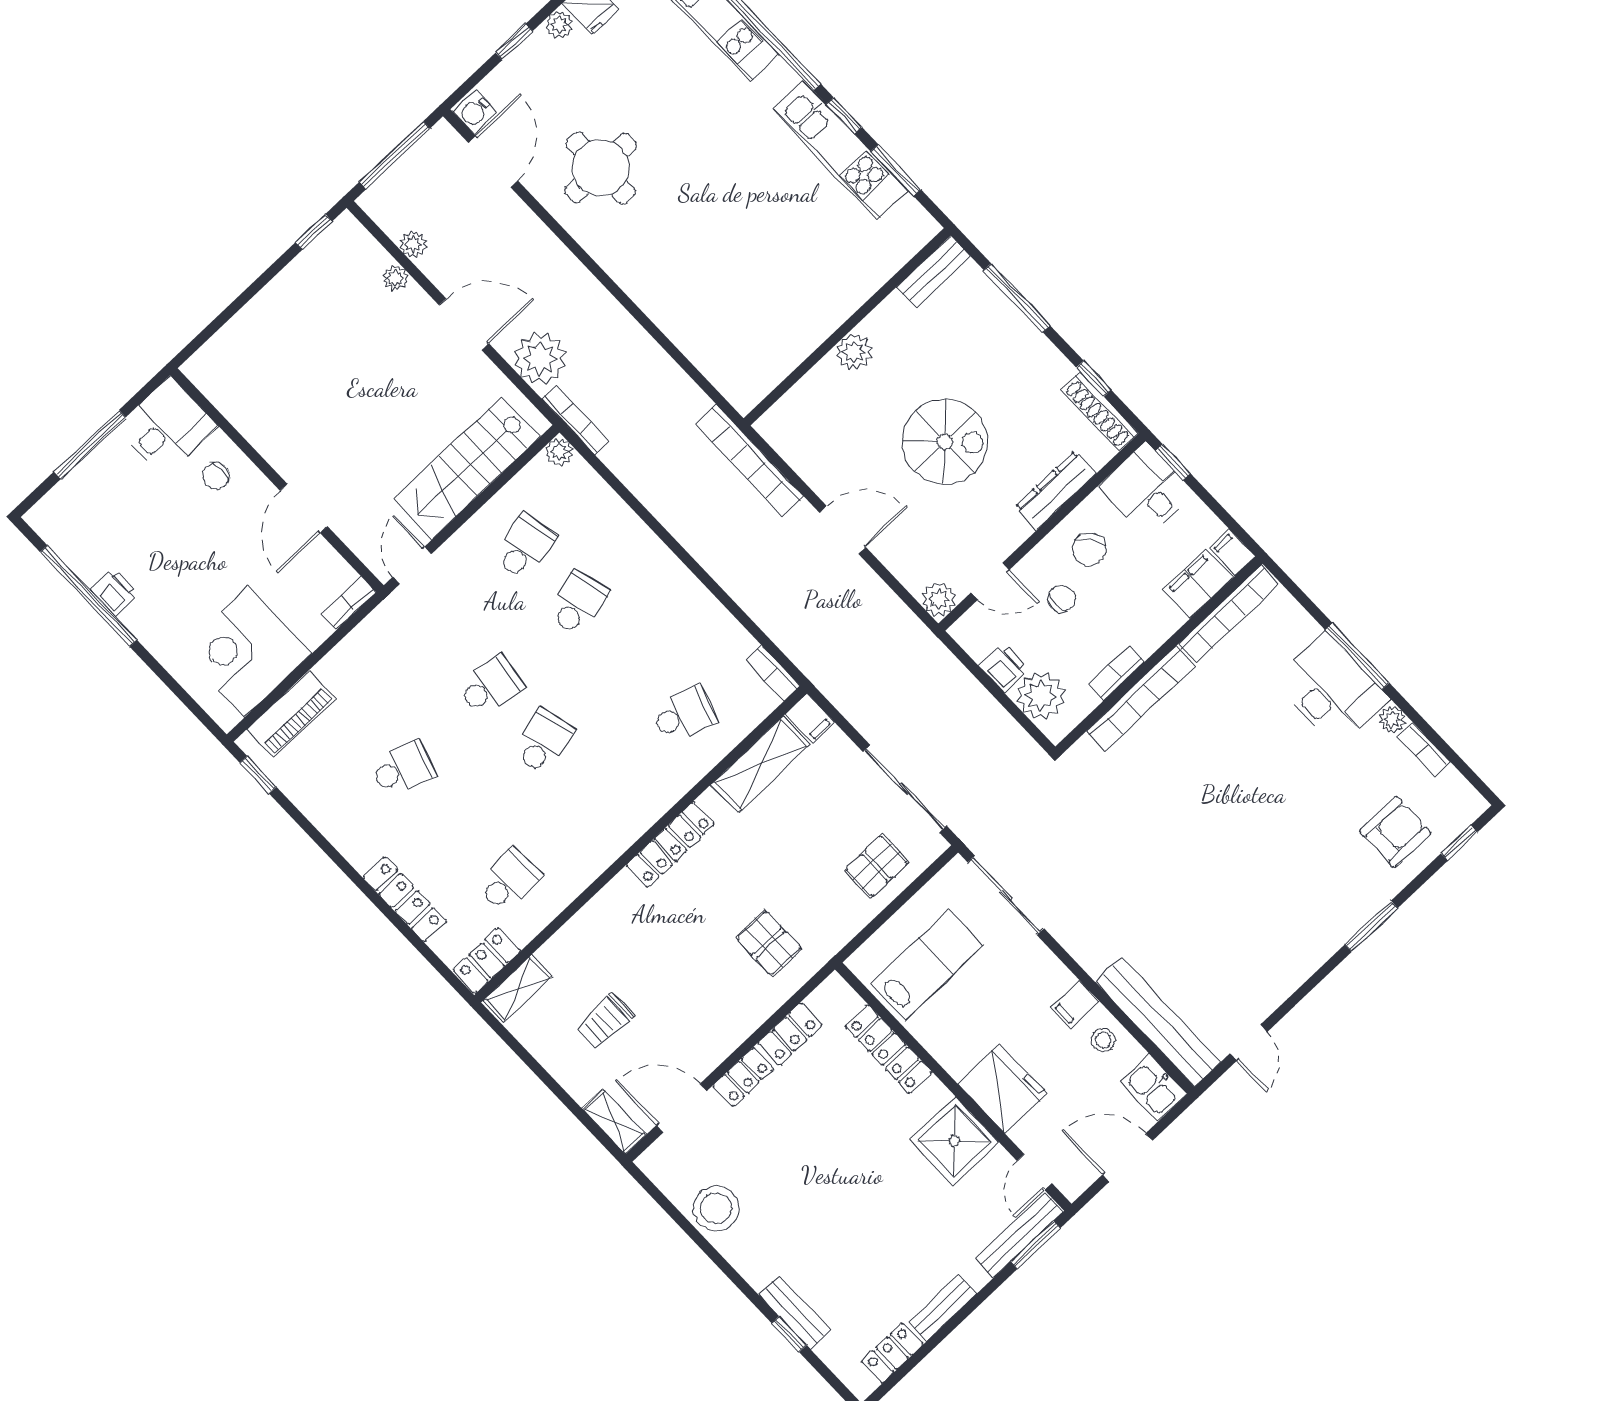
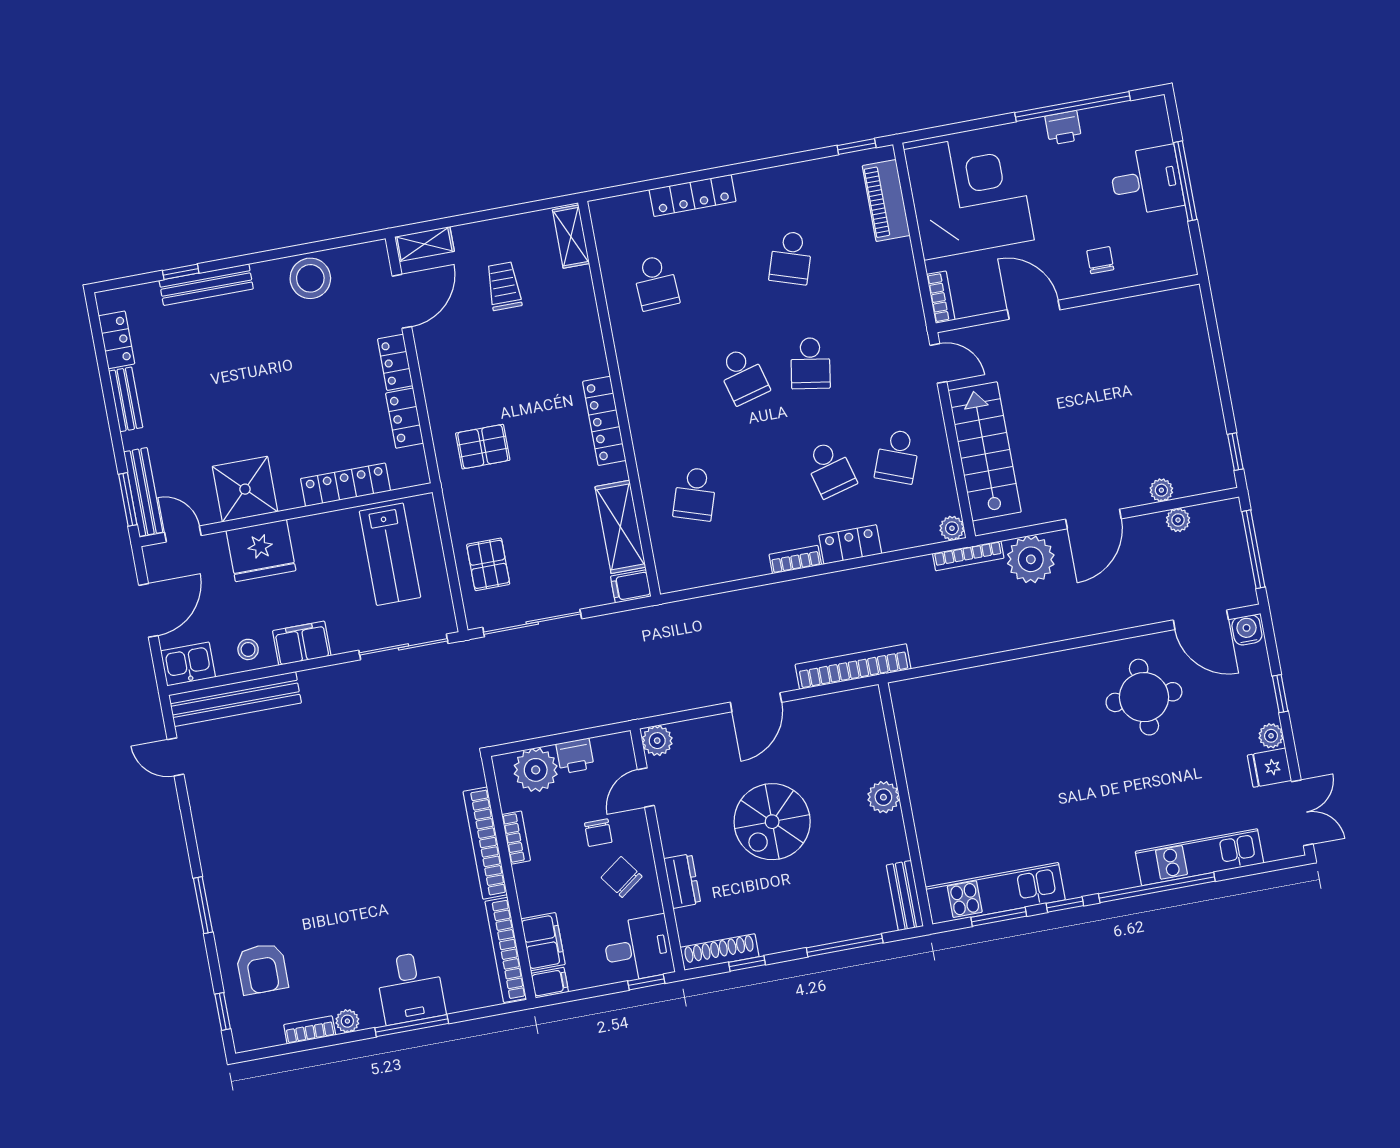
kitchen unit: (840, 150) -> (995, 893), moved
desk: (167, 426) -> (1146, 181), moved, turned -90
dresser: (1056, 490) -> (682, 881), width x0.70
school desk: (525, 547) -> (897, 456), turned 33
corner desk: (246, 652) -> (969, 195), width x1.36, depth x1.36
bookcase: (773, 673) -> (795, 560), moved
desk: (1331, 690) -> (410, 988), width x0.73
locker: (487, 960) -> (850, 544), moved, turned -90
filing cabinet: (1075, 1004) -> (302, 643), width x2.00
bench: (795, 1312) -> (206, 285), width x1.36

